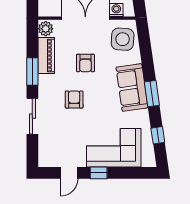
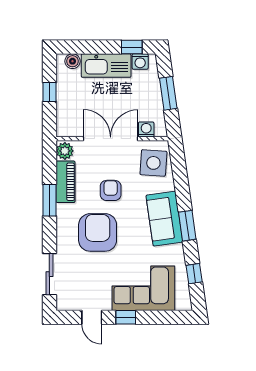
armchair: (85, 63) -> (111, 190), turned 180
armchair: (74, 99) -> (98, 232), width x1.88, depth x1.88
sliding door: (32, 116) -> (49, 274), moved
door: (69, 173) -> (92, 317), hinge flipped

